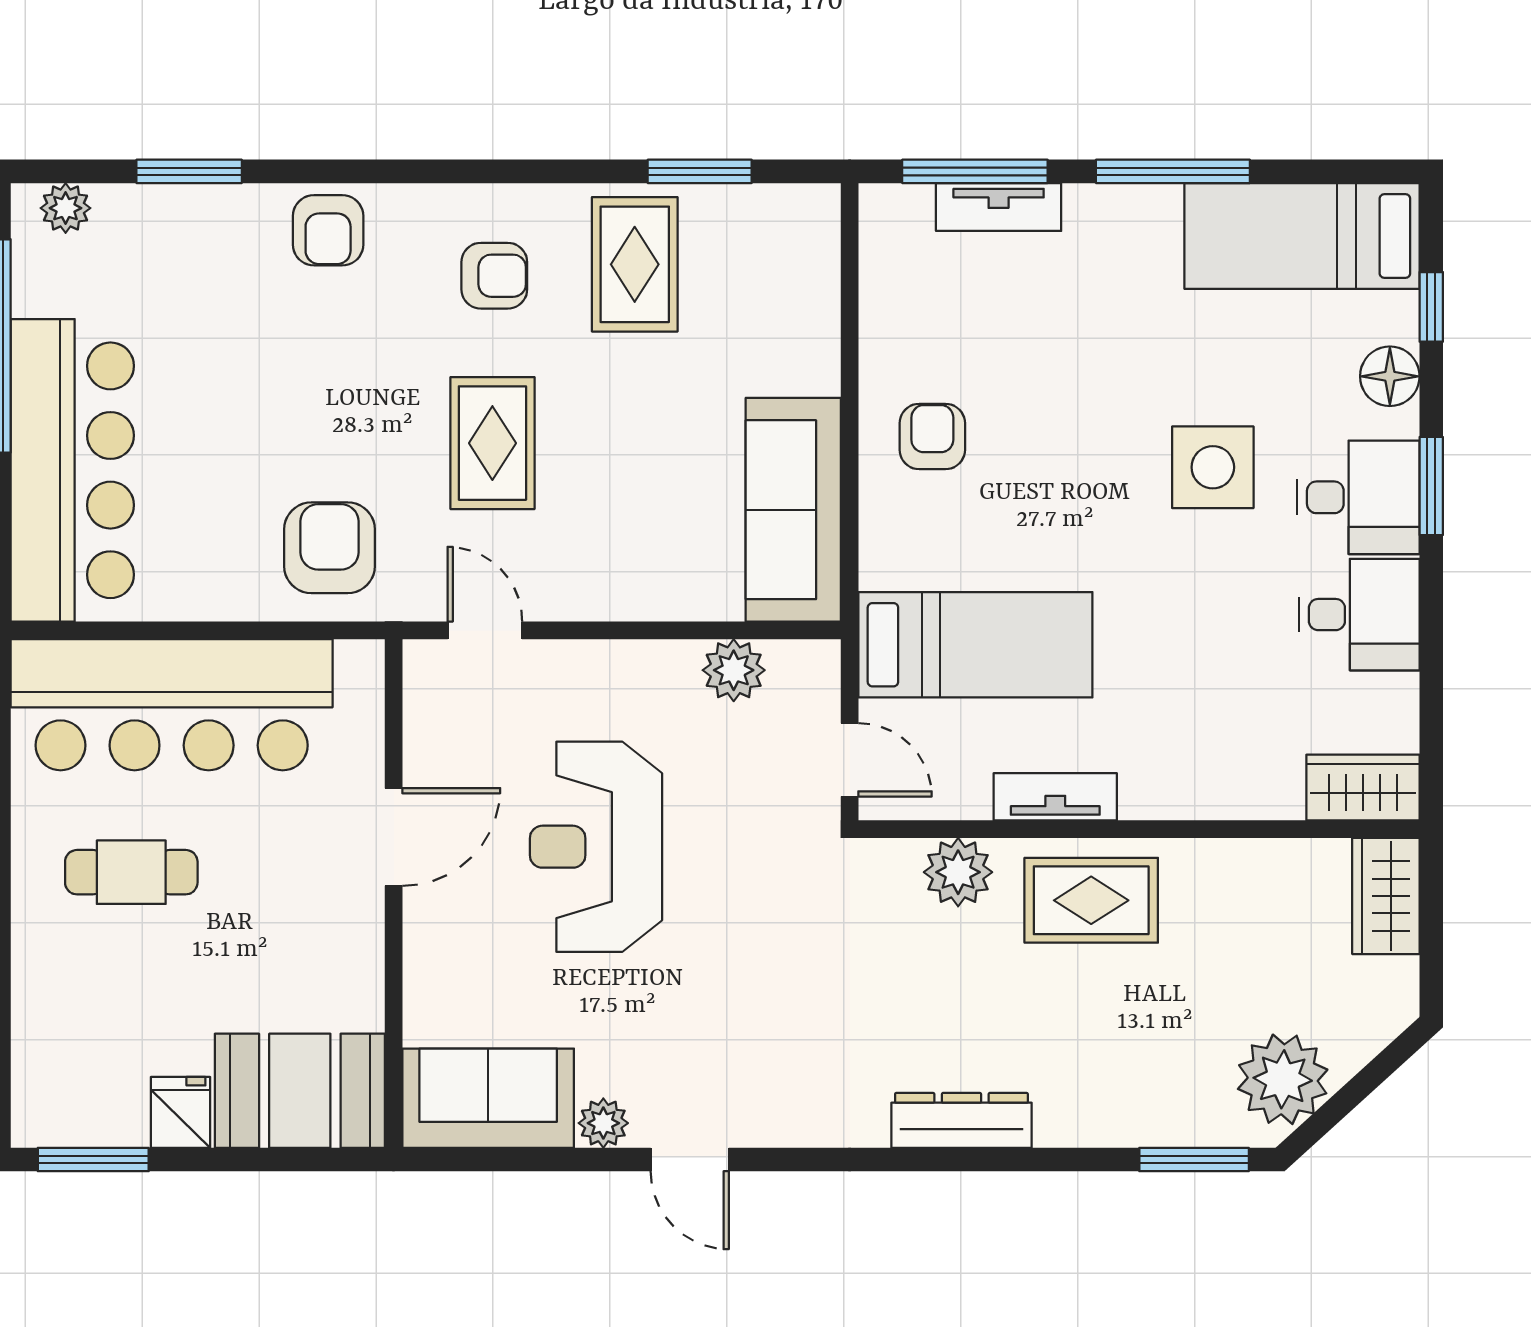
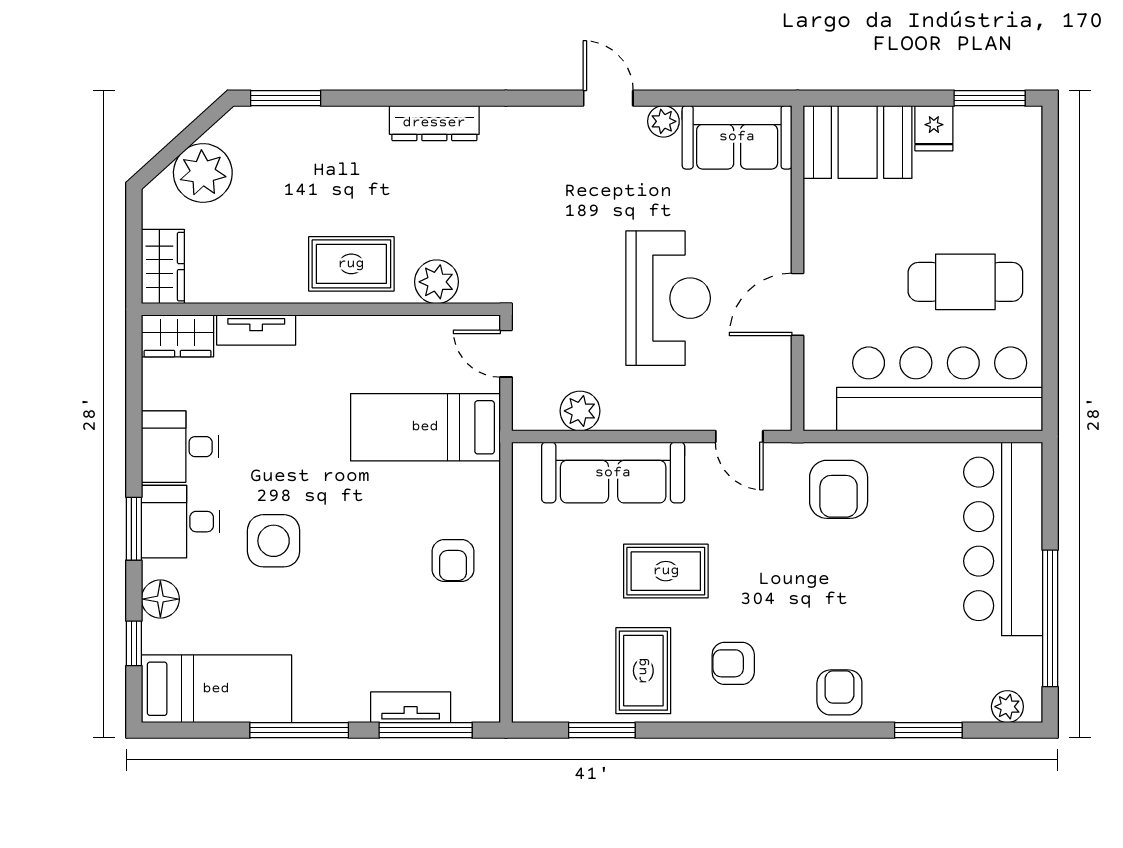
rug: (492, 443) -> (666, 571), moved, turned 90
sofa: (793, 510) -> (613, 473), moved, turned 90
tv unit: (1055, 797) -> (256, 330), moved
cafe table: (131, 872) -> (965, 282), width x1.37, depth x1.35
plant: (1283, 1079) -> (203, 173), moved

